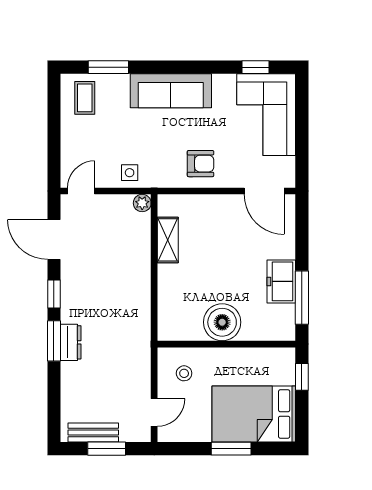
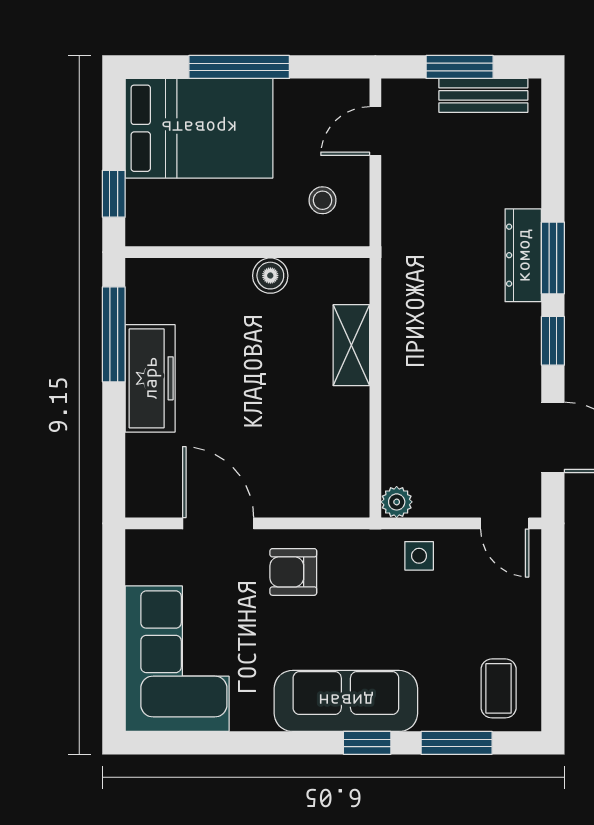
window: (255, 67) -> (367, 743), moved
door: (81, 191) -> (505, 523), hinge flipped
door: (264, 191) -> (218, 523), moved
shelving: (168, 240) -> (351, 345), moved
freezer: (281, 281) -> (150, 378), width x1.40
boiler: (222, 322) -> (270, 276), width x0.54, depth x0.54
dresser: (71, 342) -> (523, 255), width x1.44
window: (231, 449) -> (239, 67), width x1.44

